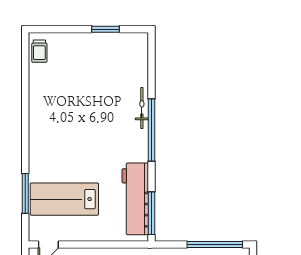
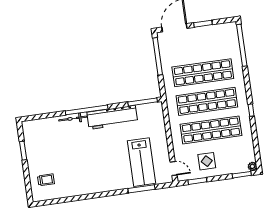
trolley: (39, 51) -> (46, 180), moved
workbench: (135, 199) -> (112, 117), moved

